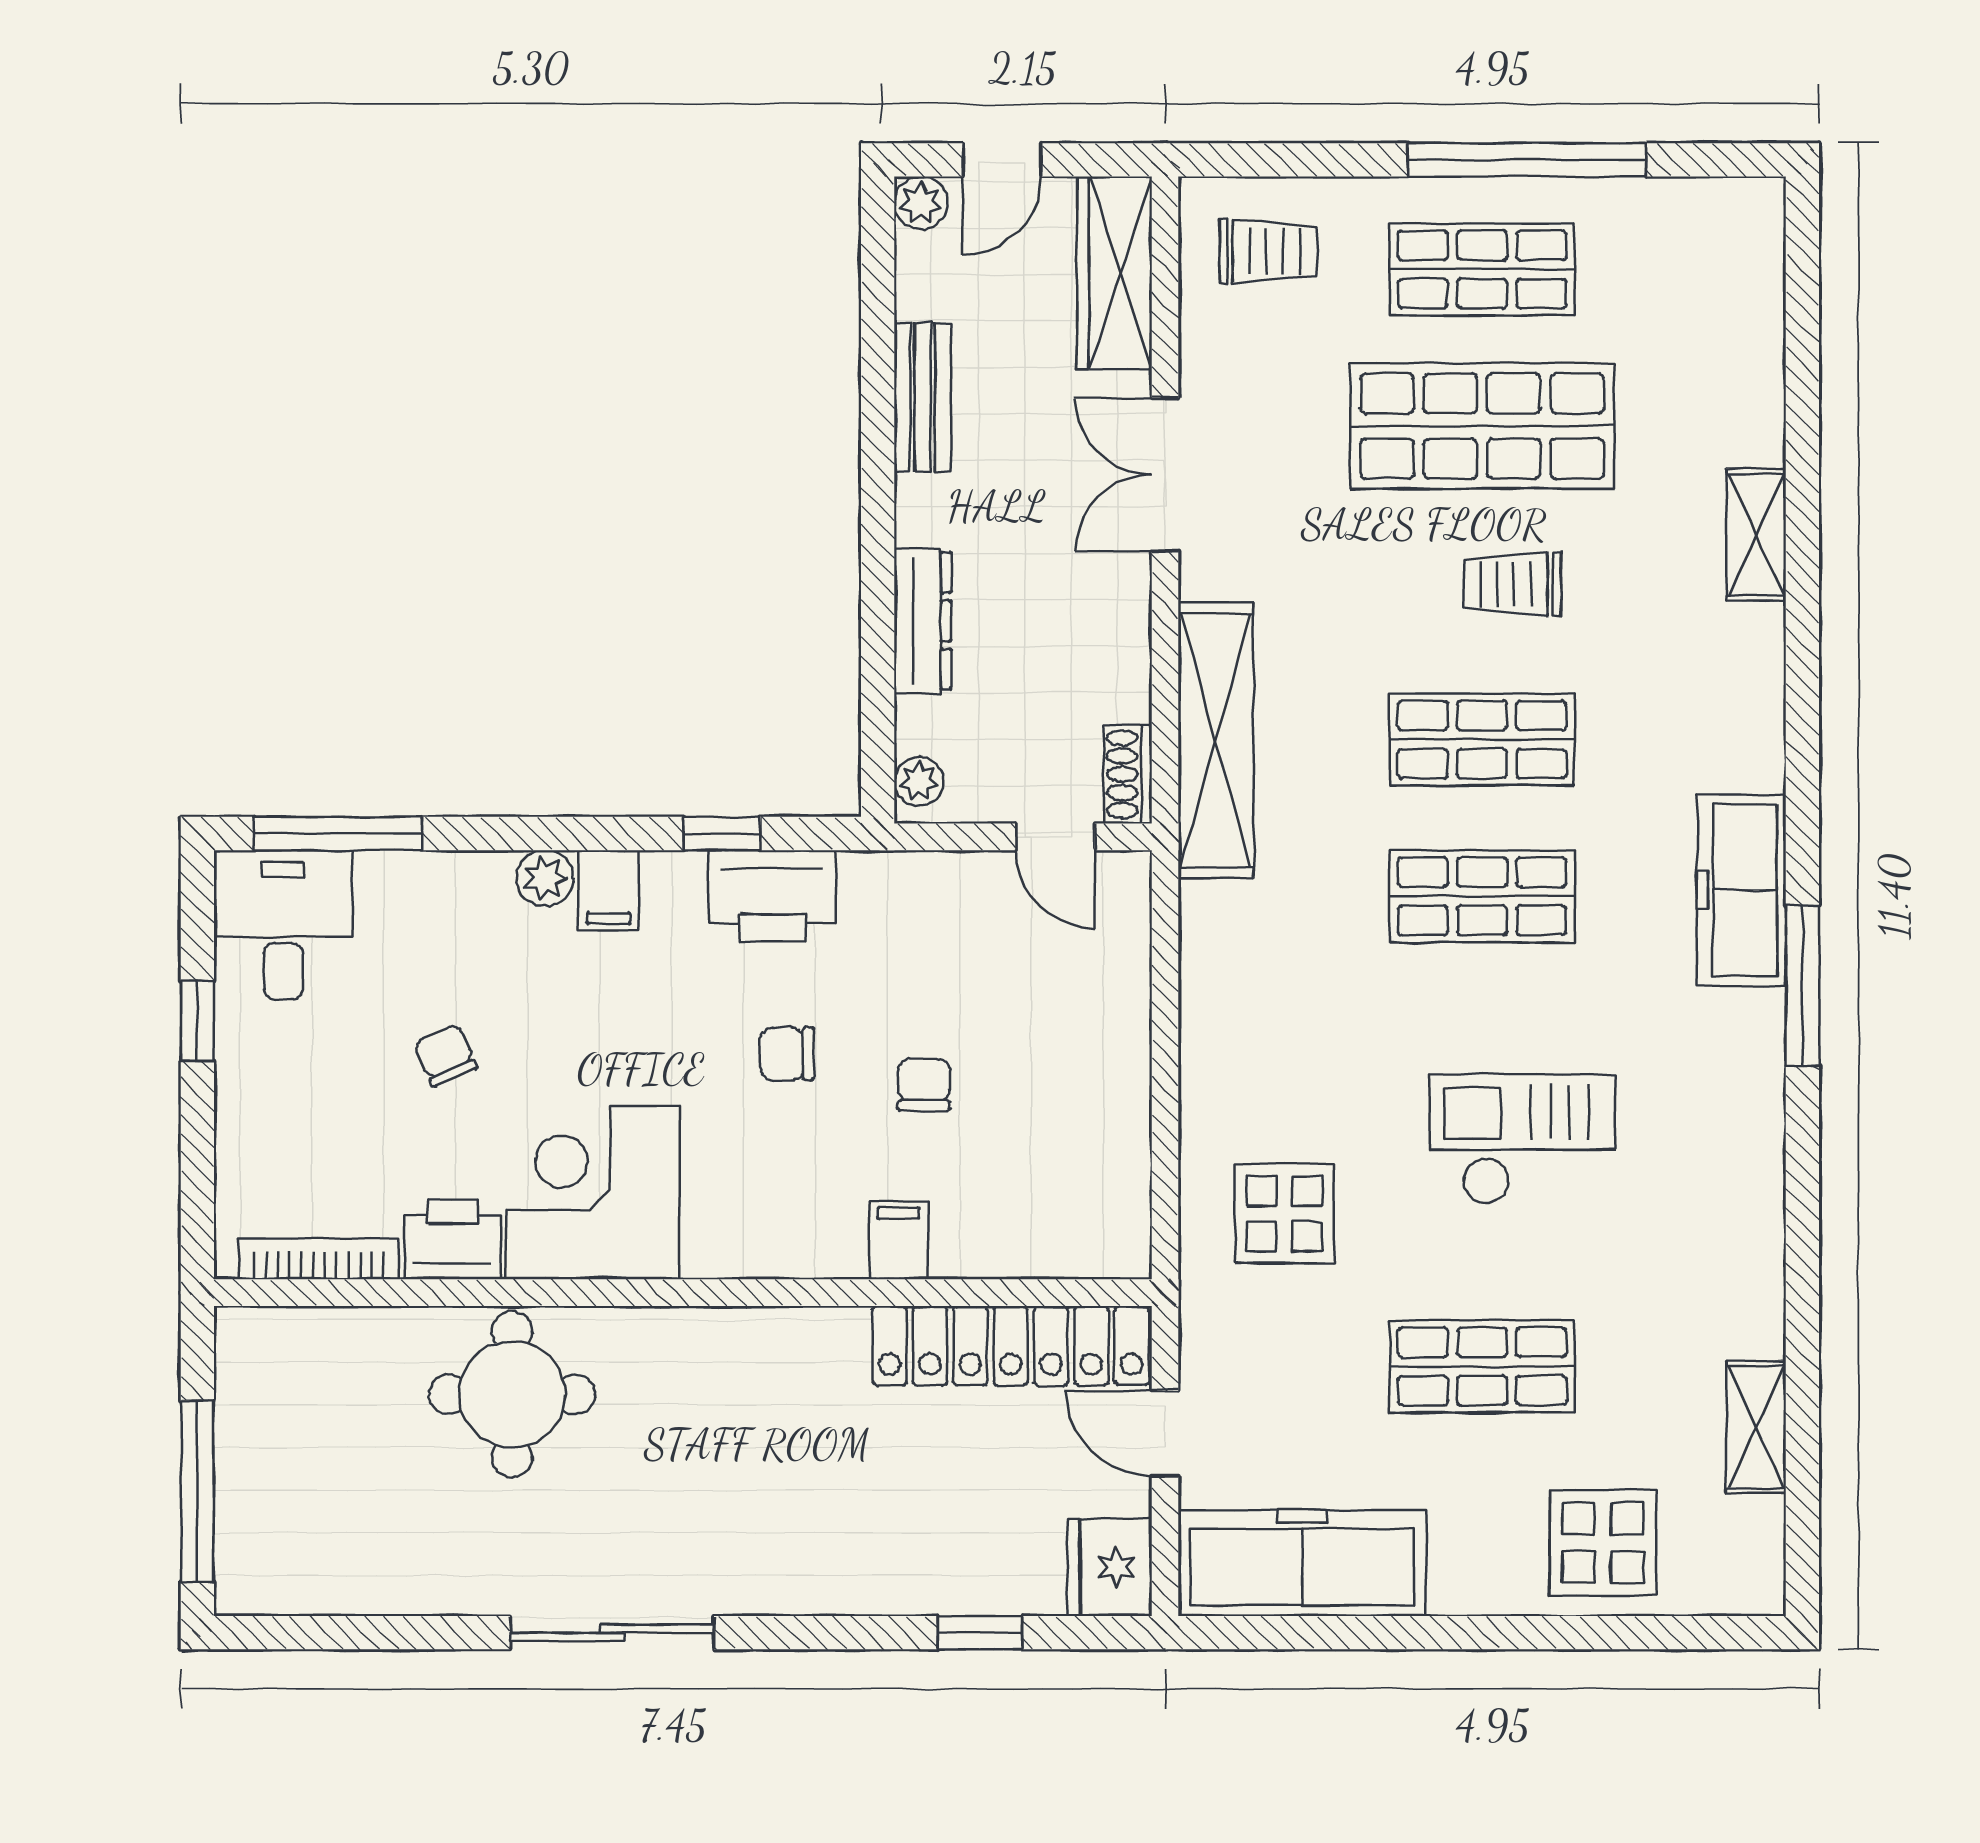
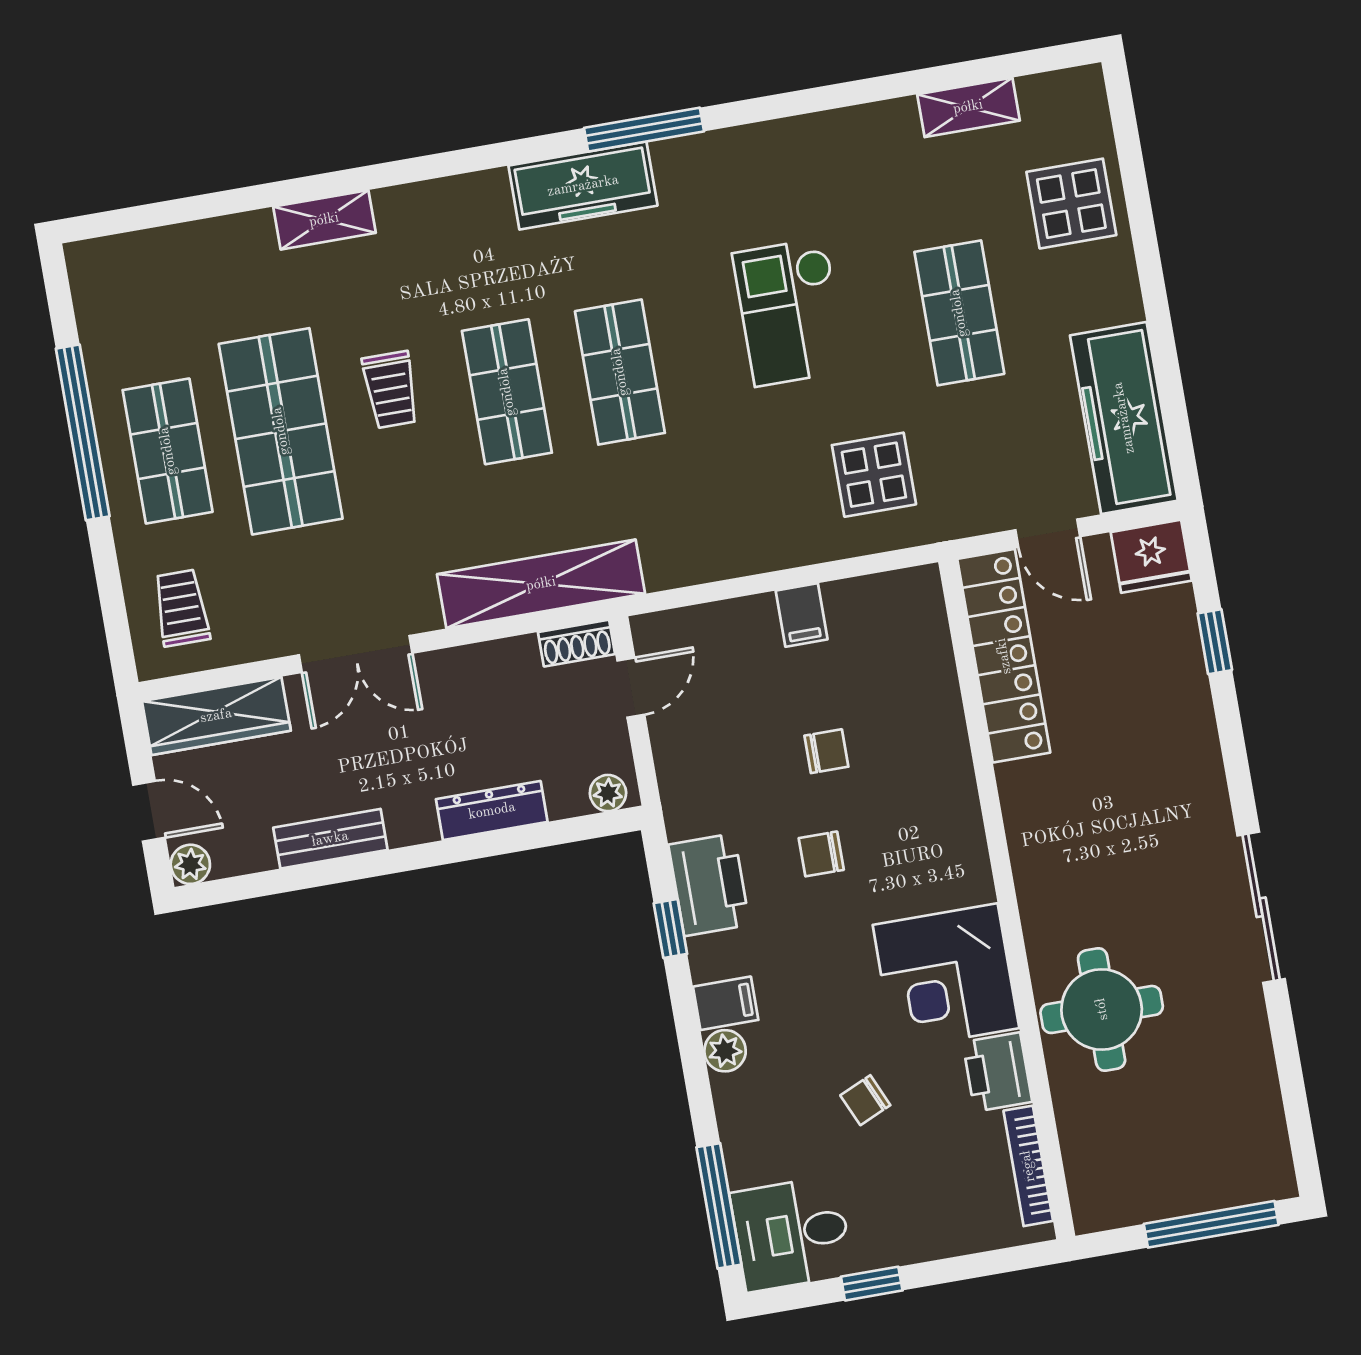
chair: (787, 1054) -> (821, 854), turned 90
chair: (924, 1085) -> (826, 751), turned 180
filing cabinet: (898, 1240) -> (802, 615), moved, turned -90
door: (1165, 1434) -> (1048, 533), hinge flipped

